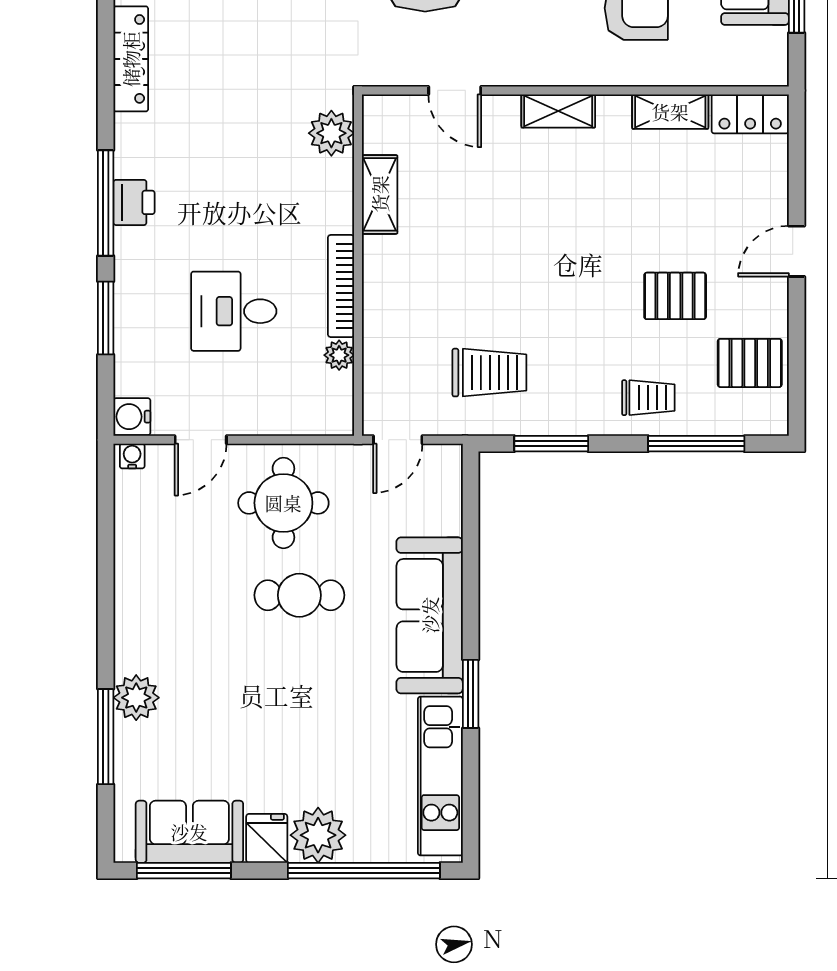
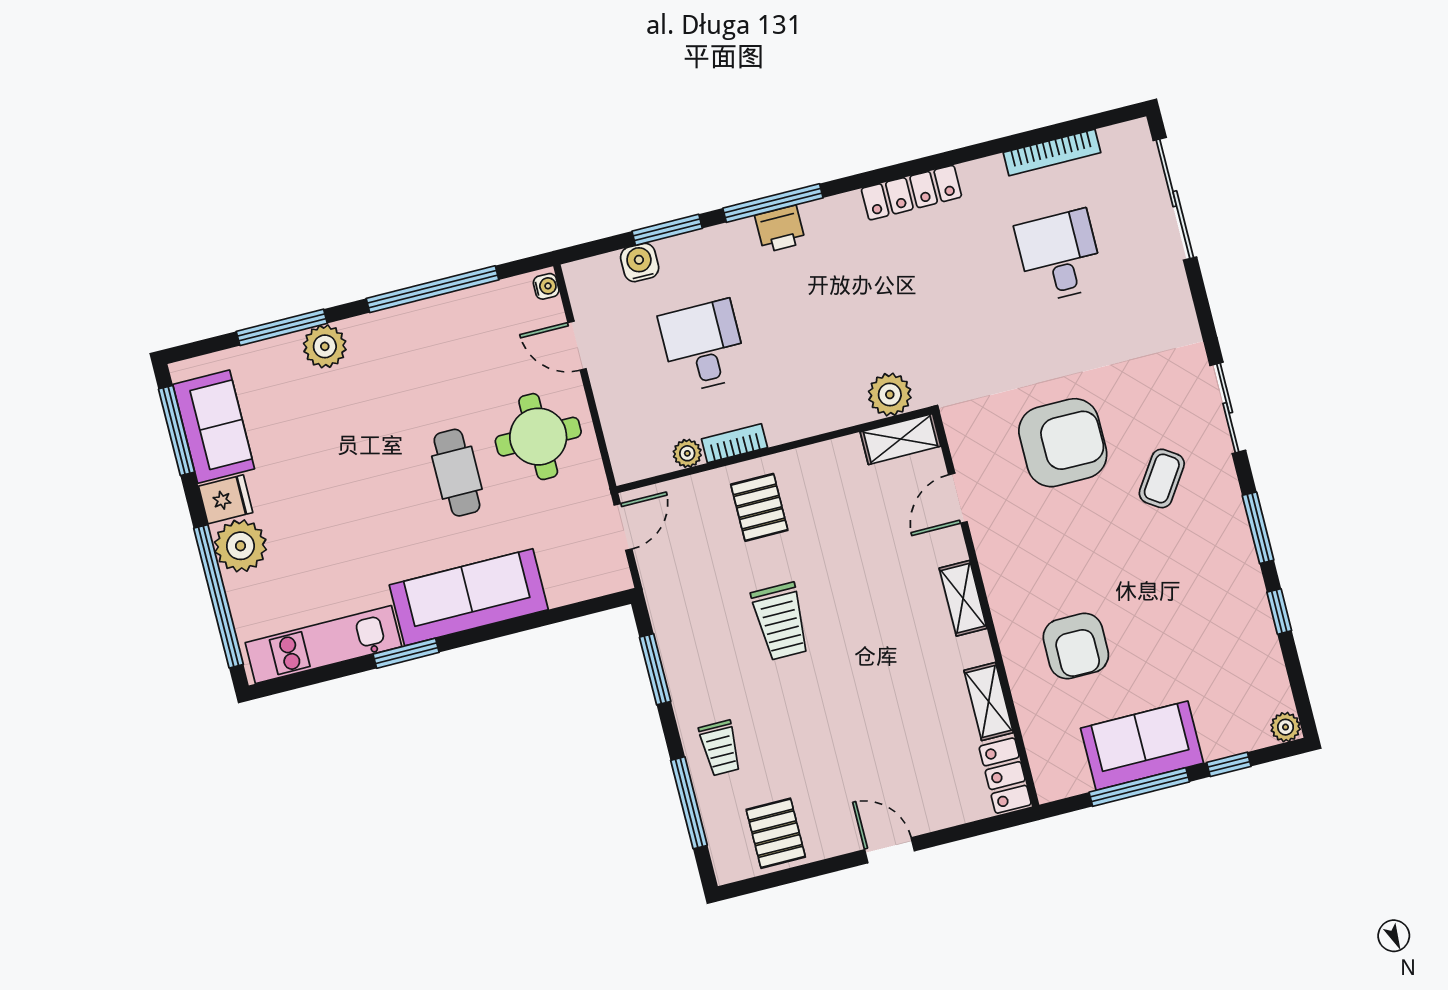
shelving: (380, 194) -> (900, 439), moved
bookcase: (341, 286) -> (734, 443), width x0.64
pallet: (675, 296) -> (759, 507), moved
trolley: (489, 373) -> (781, 621), moved
water cooler: (132, 417) -> (640, 263), moved
door: (398, 440) -> (623, 527), swing flipped
window: (106, 573) -> (432, 289), added

